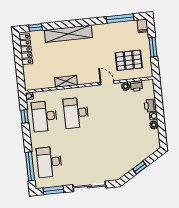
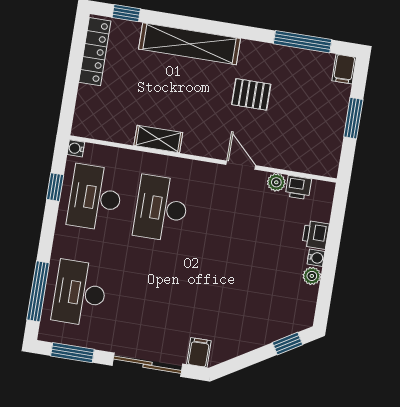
pallet: (129, 60) -> (251, 94), moved, width x0.67, depth x0.71
window: (140, 168) -> (288, 344), moved
filing cabinet: (111, 174) -> (199, 352), added

